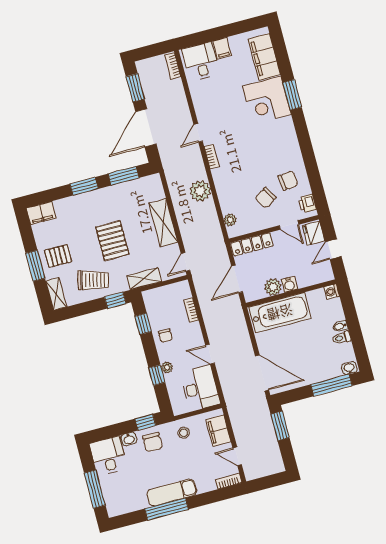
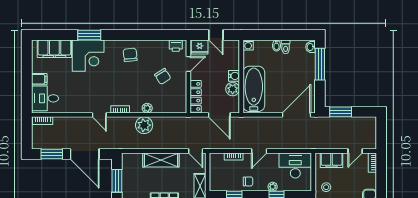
chair: (288, 181) -> (130, 55), moved
plant: (230, 220) -> (147, 108), moved
door: (210, 354) -> (259, 151), moved

